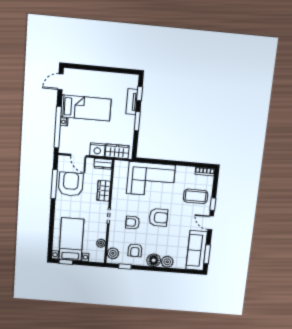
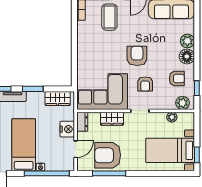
wardrobe: (117, 151) -> (58, 98), moved, turned -90
corner sofa: (151, 179) -> (102, 92), moved, turned -90

